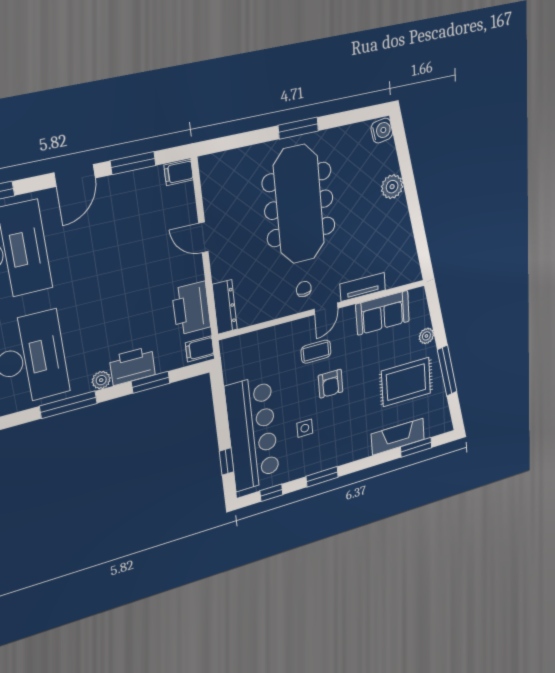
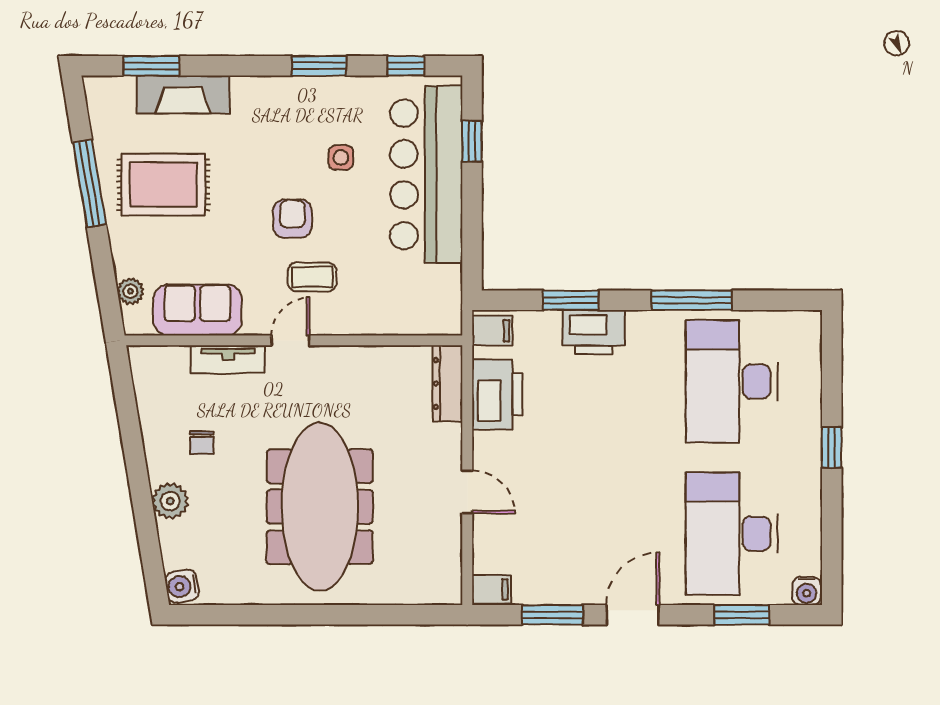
window: (298, 128) -> (311, 615), removed
chair: (304, 289) -> (202, 443), moved
plant: (426, 336) -> (130, 291), moved
plant: (101, 380) -> (641, 323), removed

